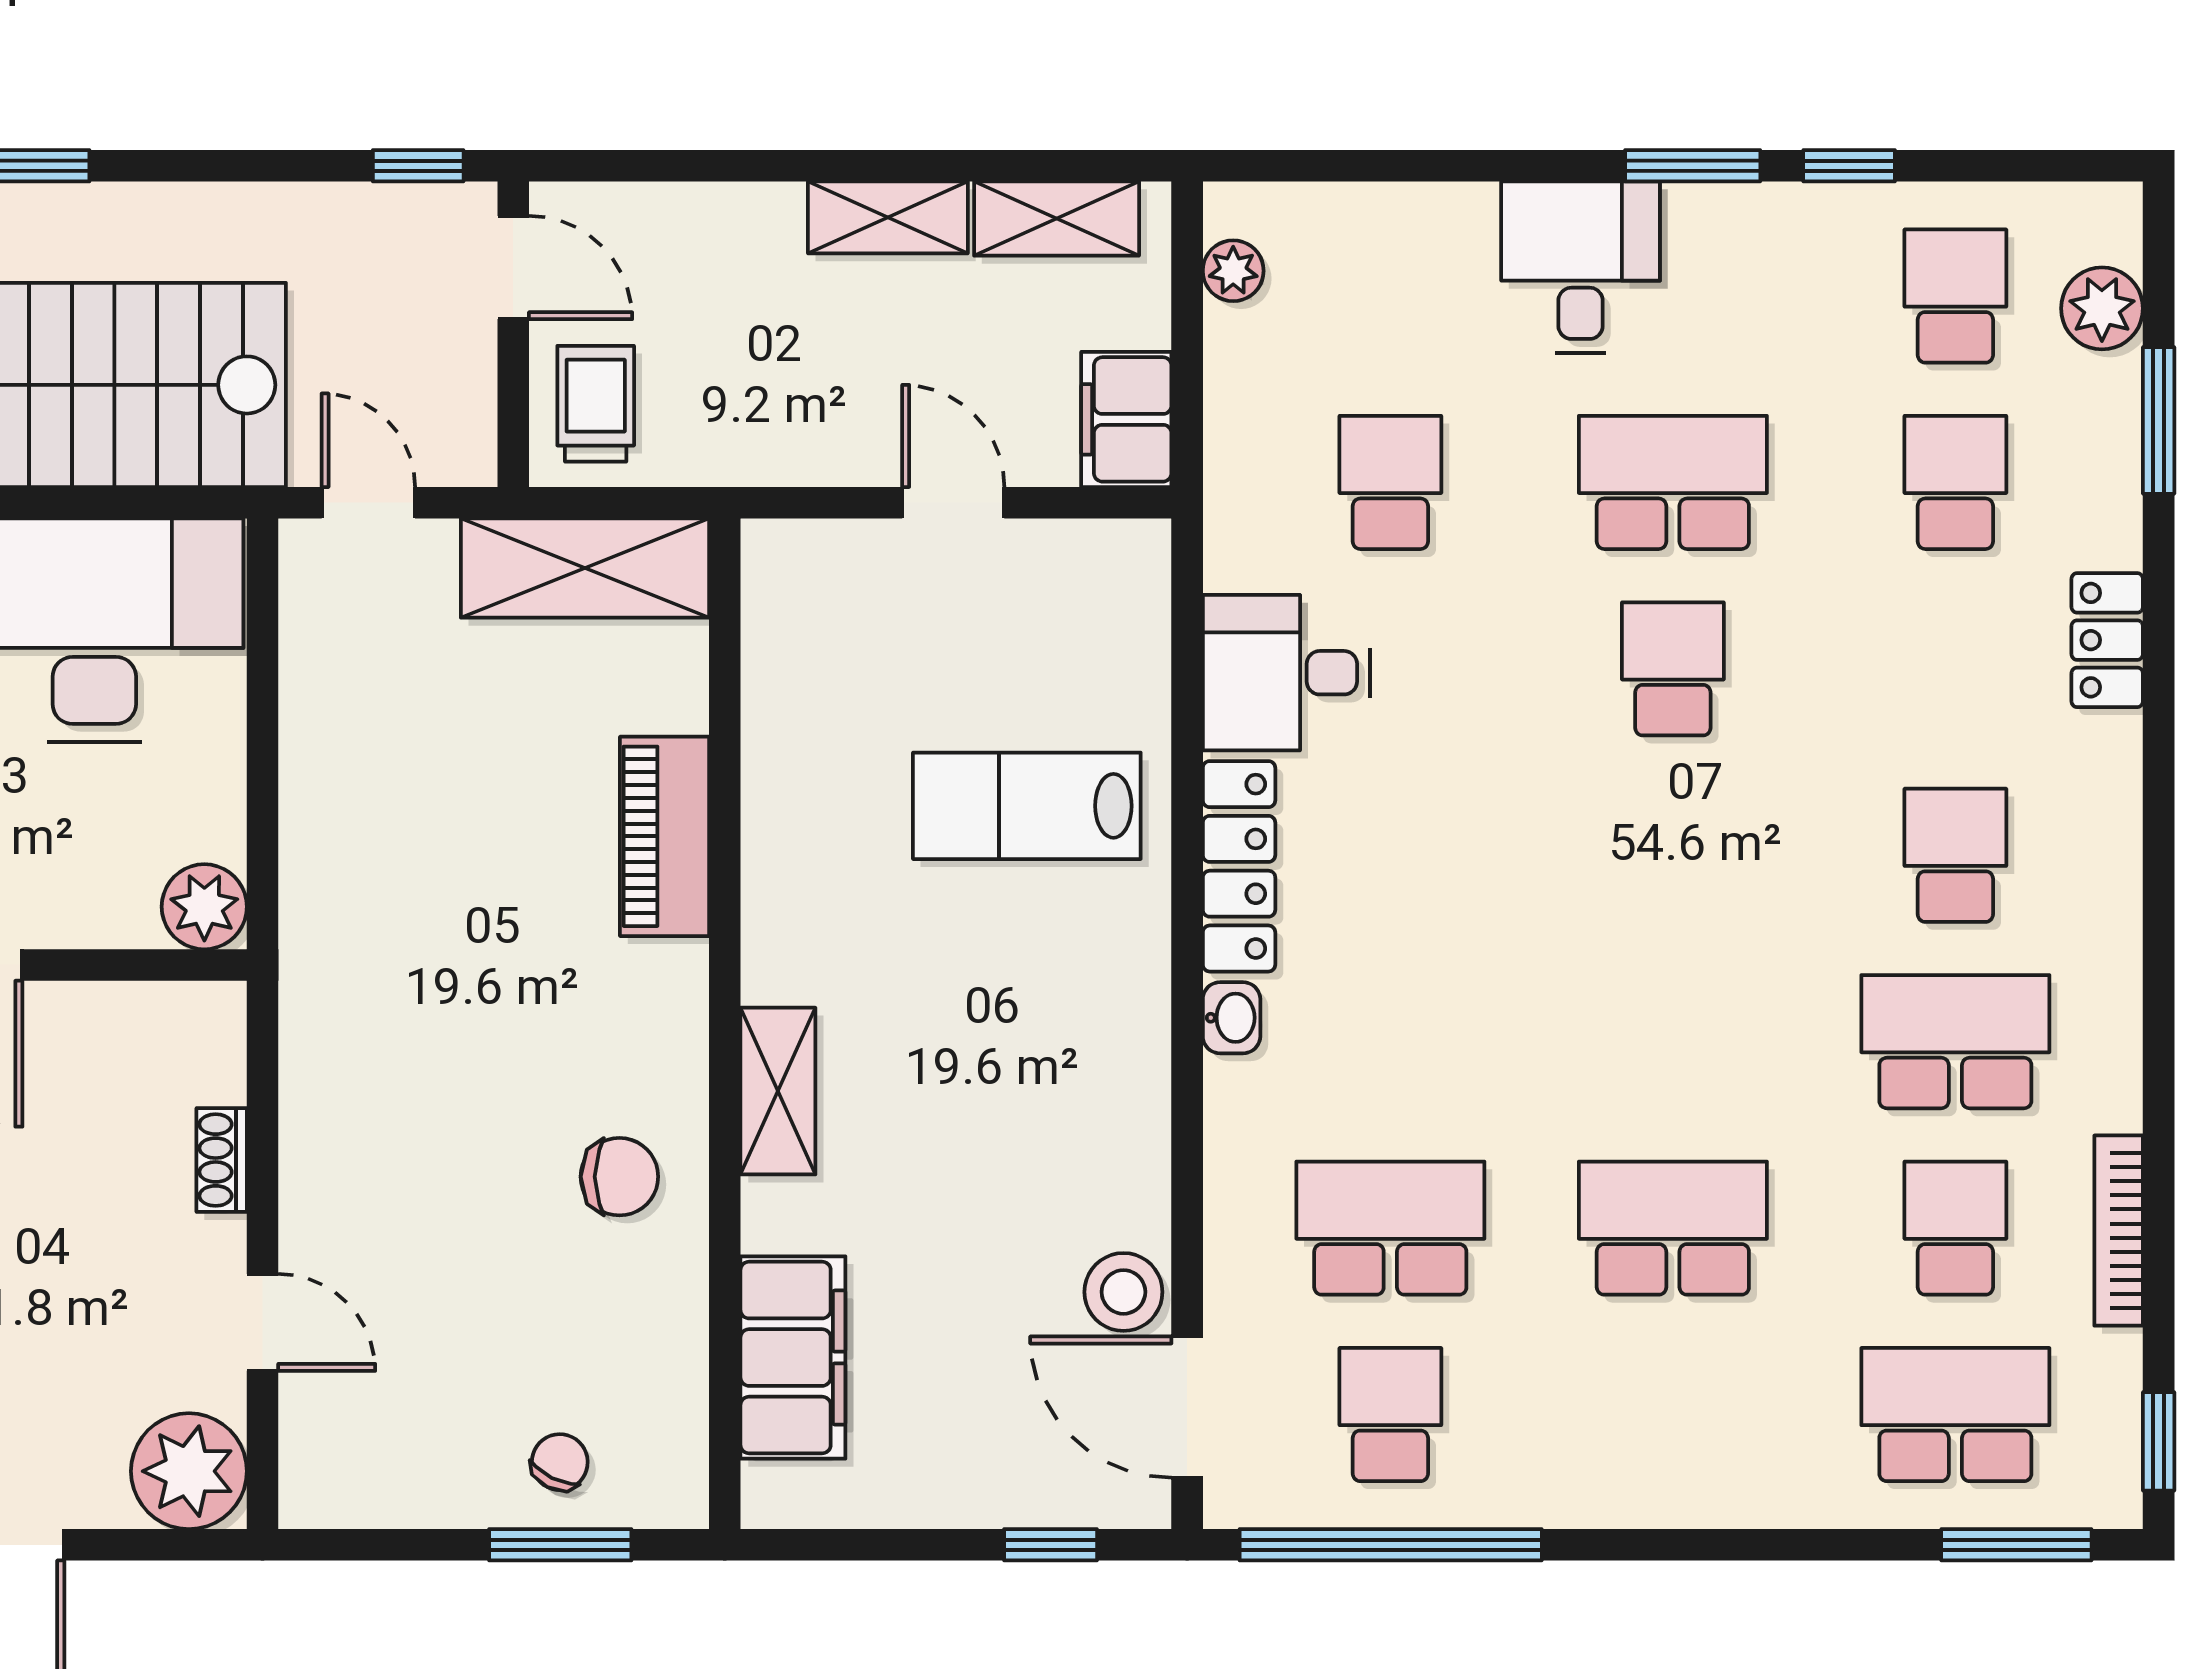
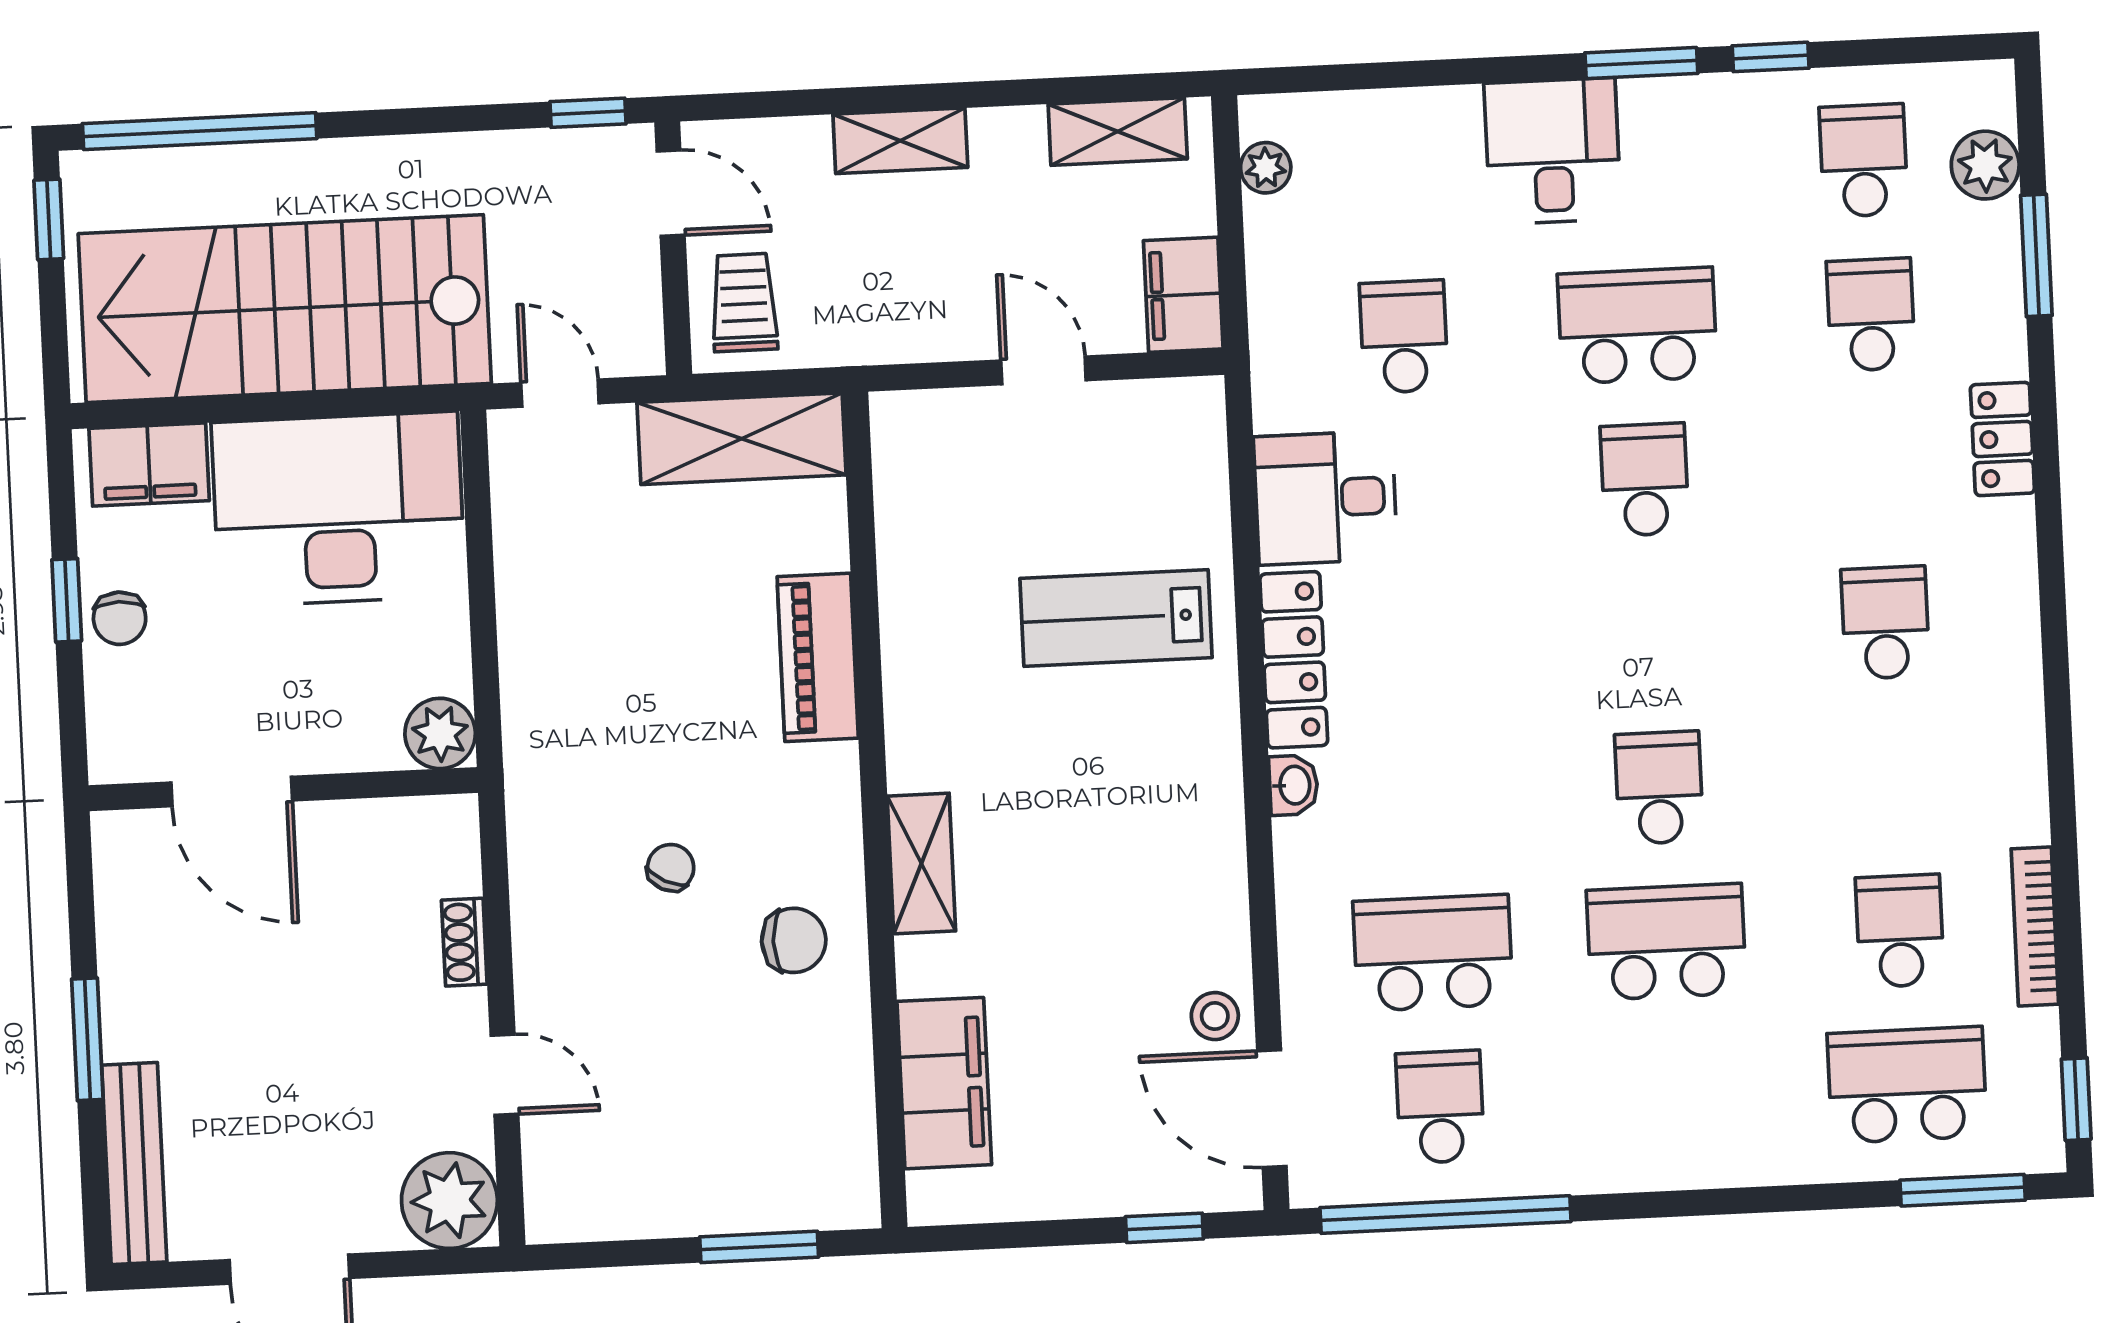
shelving: (888, 217) -> (900, 141), moved
school desk: (1955, 1042) -> (1659, 788), moved, width x0.54
stool: (1123, 1292) -> (1215, 1016), width x0.73, depth x0.73
chair: (560, 1462) -> (671, 868), moved

